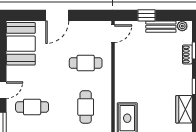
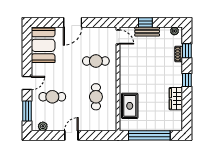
bench: (161, 27) -> (147, 31), moved
door: (113, 34) -> (118, 37), hinge flipped

